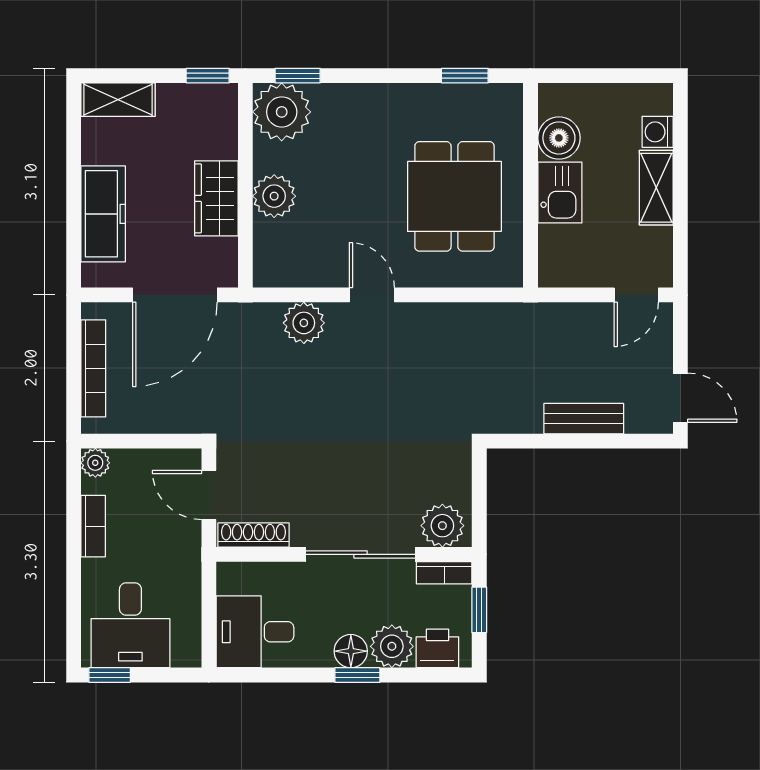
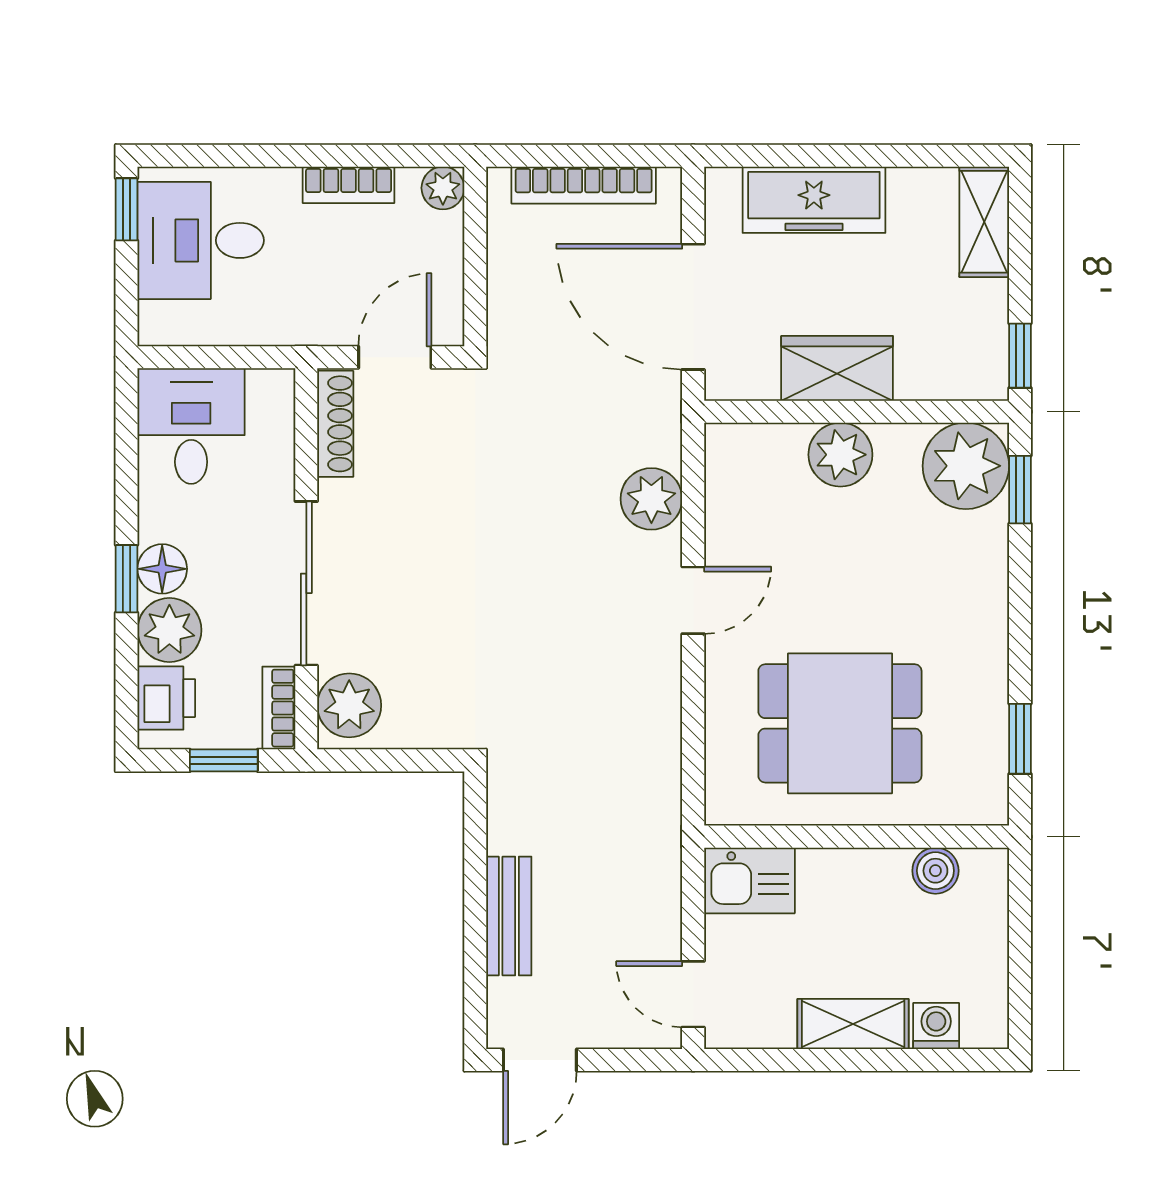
boiler: (559, 138) -> (935, 871), width x0.73, depth x0.73
kitchen sink: (560, 192) -> (749, 880), moved

